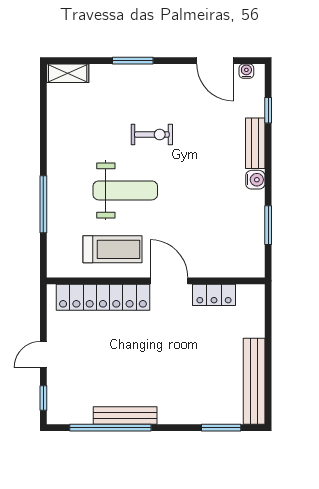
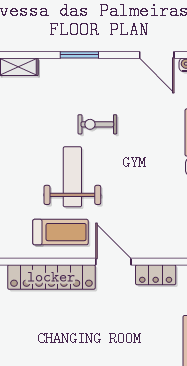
exercise bike: (152, 134) -> (97, 124), turned 180
weight bench: (125, 190) -> (72, 177), turned -90

